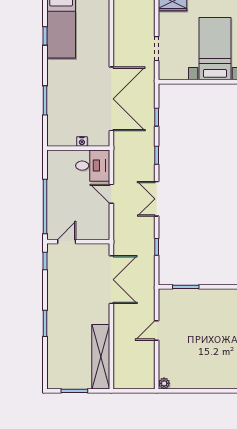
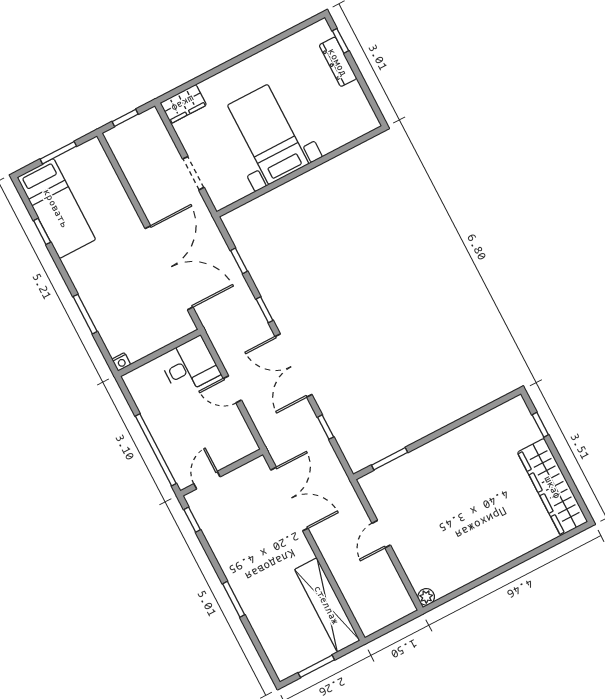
nightstand: (82, 141) -> (121, 362), moved
double door: (157, 199) -> (293, 365), width x1.37

